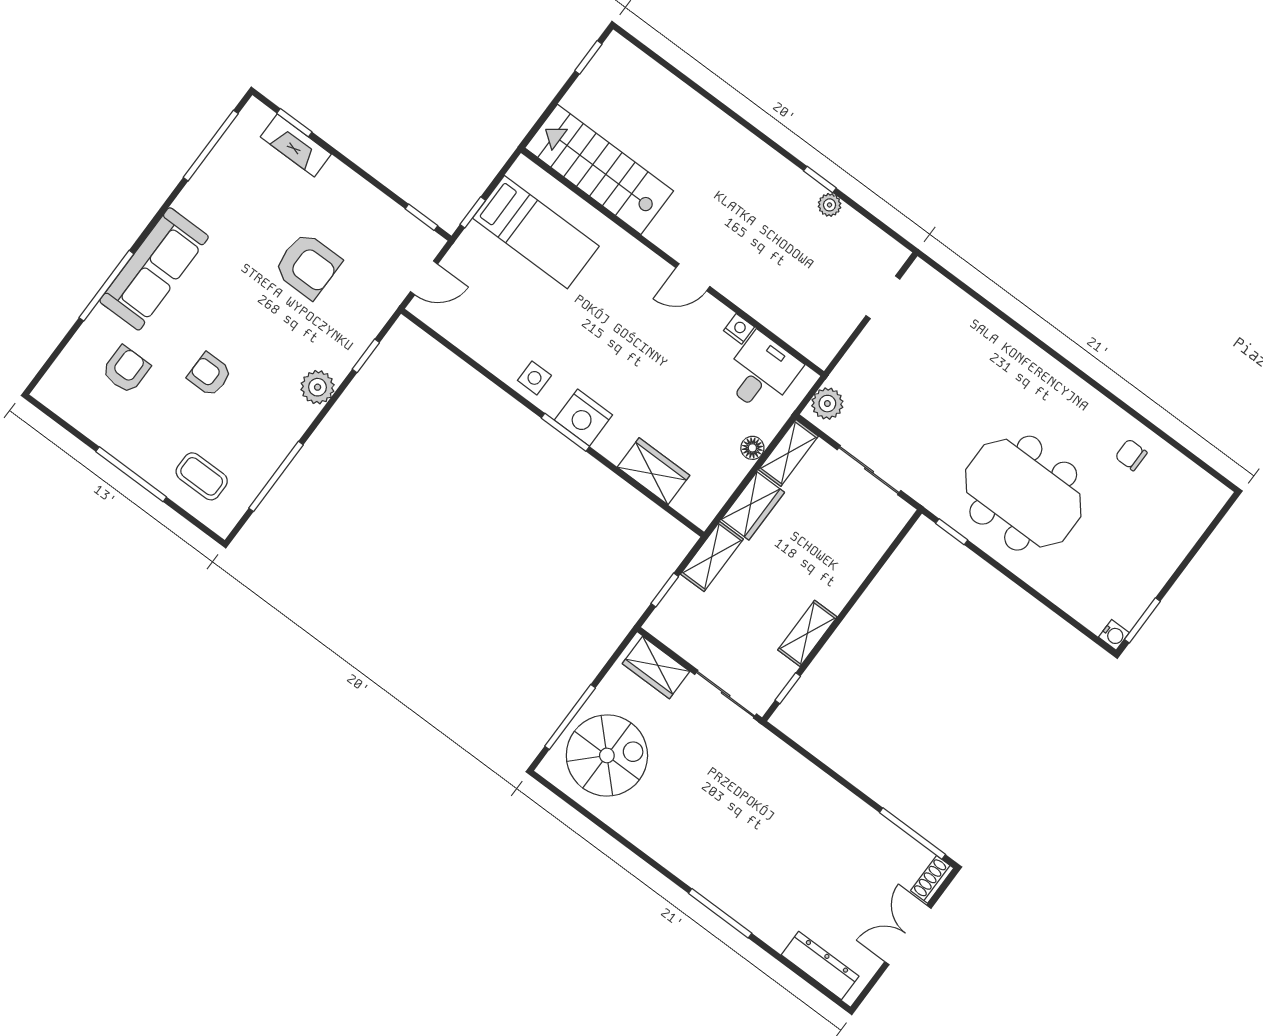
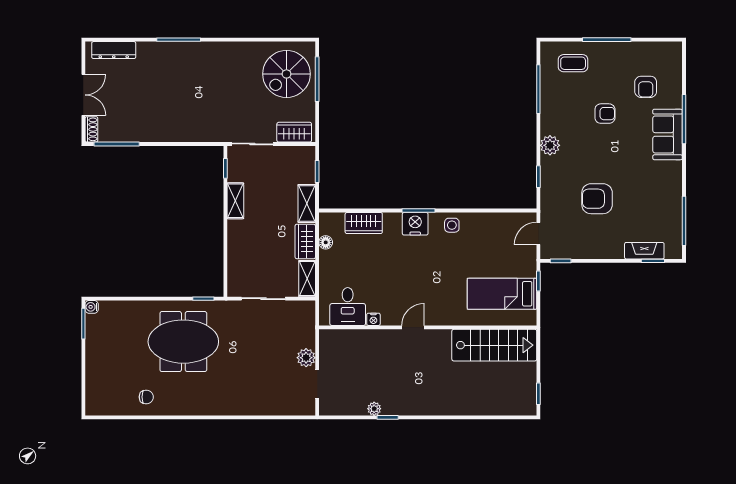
sofa: (154, 269) -> (668, 134), width x0.73
plant: (827, 404) -> (306, 358), moved
floor lamp: (752, 448) -> (326, 242), moved

